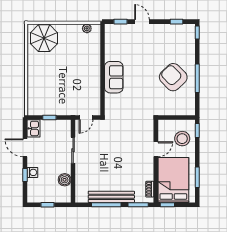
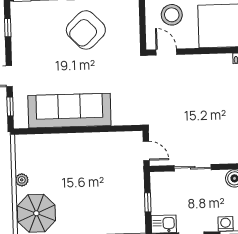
plant: (87, 28) -> (22, 180), moved
sofa: (114, 77) -> (69, 111), width x1.85, depth x1.27
door: (156, 149) -> (166, 52), moved

